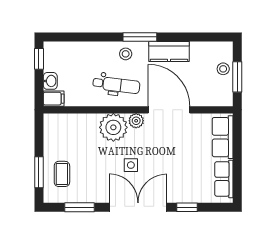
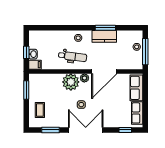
window: (140, 37) -> (105, 28), moved
window: (39, 59) -> (26, 52), moved
window: (237, 77) -> (145, 52), width x1.44
door: (169, 110) -> (104, 71), swing flipped
window: (39, 172) -> (26, 90), moved
window: (187, 207) -> (125, 130), moved

